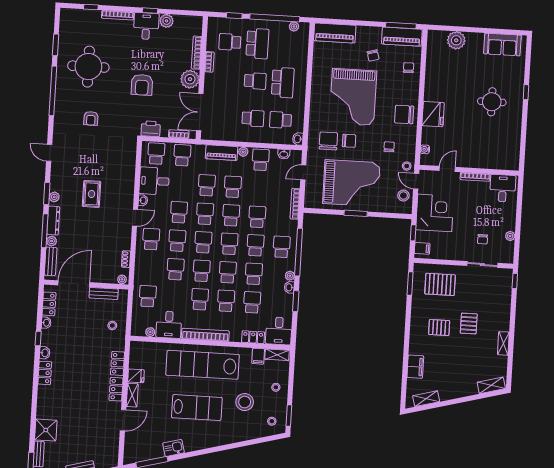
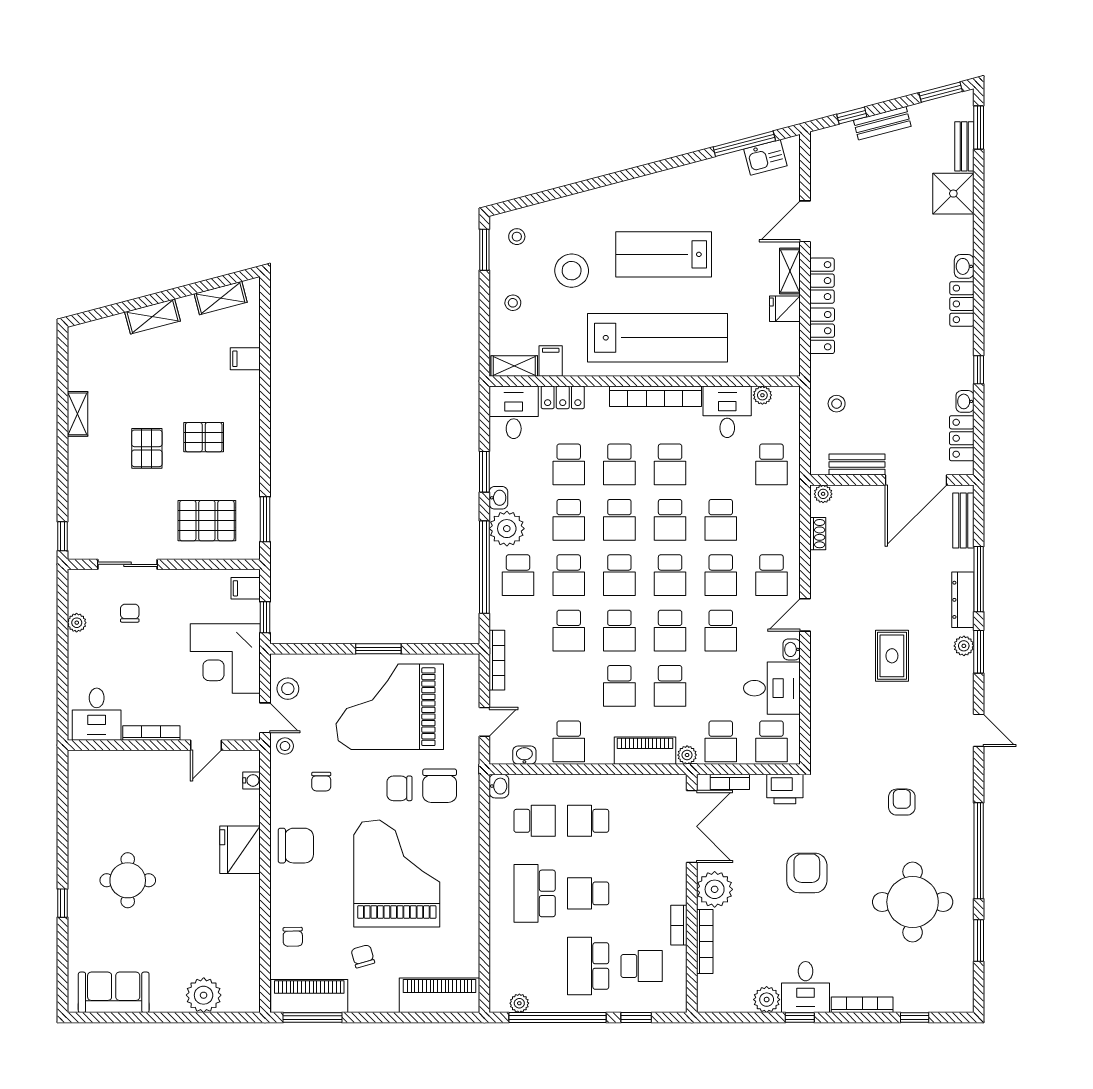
plant: (243, 152) -> (687, 755), moved
plant: (52, 241) -> (964, 560), removed
plant: (290, 276) -> (507, 529), width x1.88, depth x1.88
washbasin: (45, 353) -> (964, 266), moved
filing cabinet: (415, 367) -> (245, 359), width x0.50
shelving: (491, 385) -> (153, 316), moved
kitchen sink: (173, 448) -> (765, 157), moved

